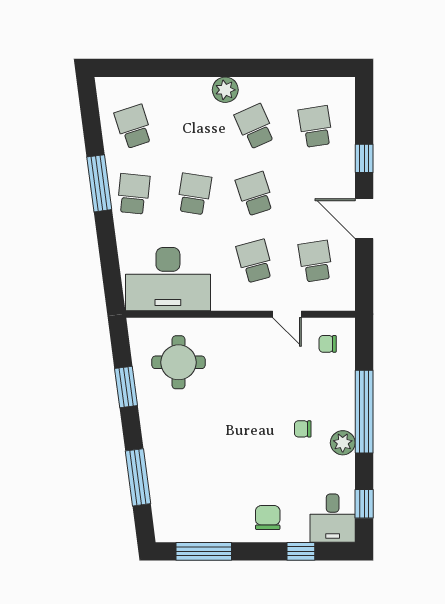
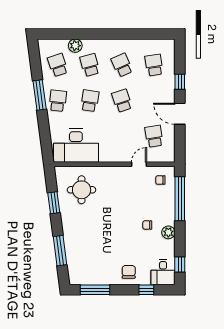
plant: (225, 90) -> (75, 46), moved
school desk: (255, 261) -> (90, 65), moved
door: (287, 314) -> (139, 164), swing flipped
window: (364, 412) -> (180, 199), moved

